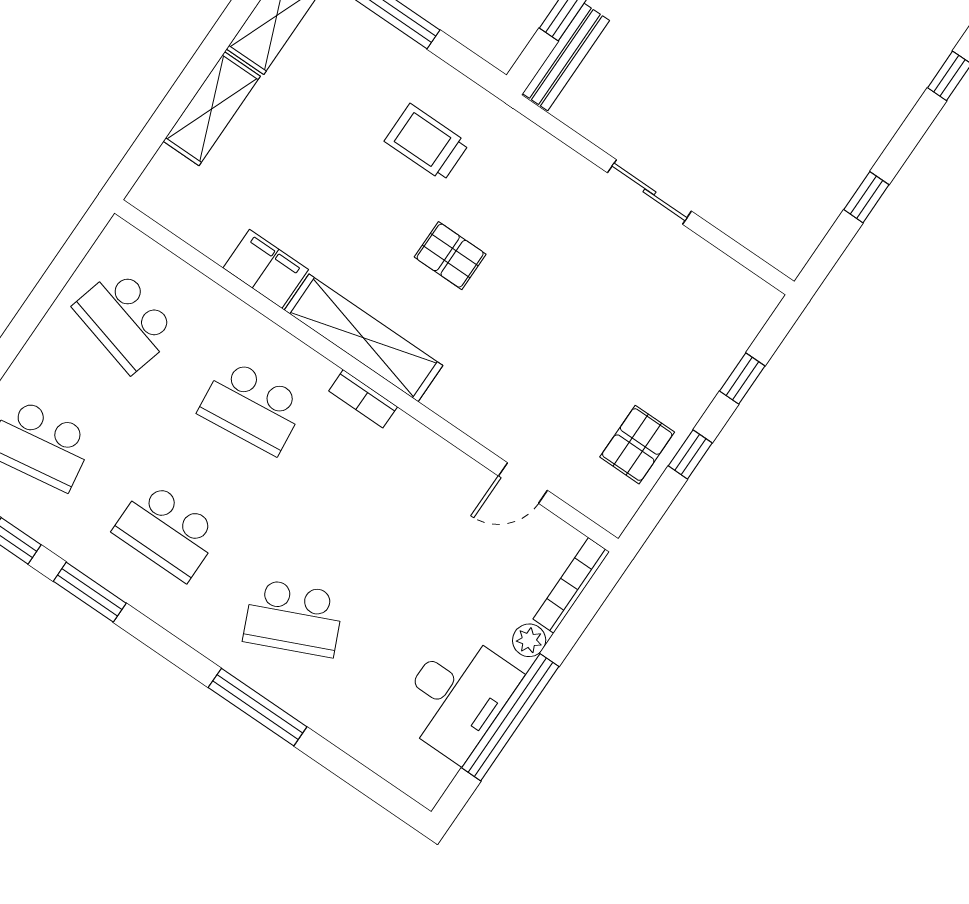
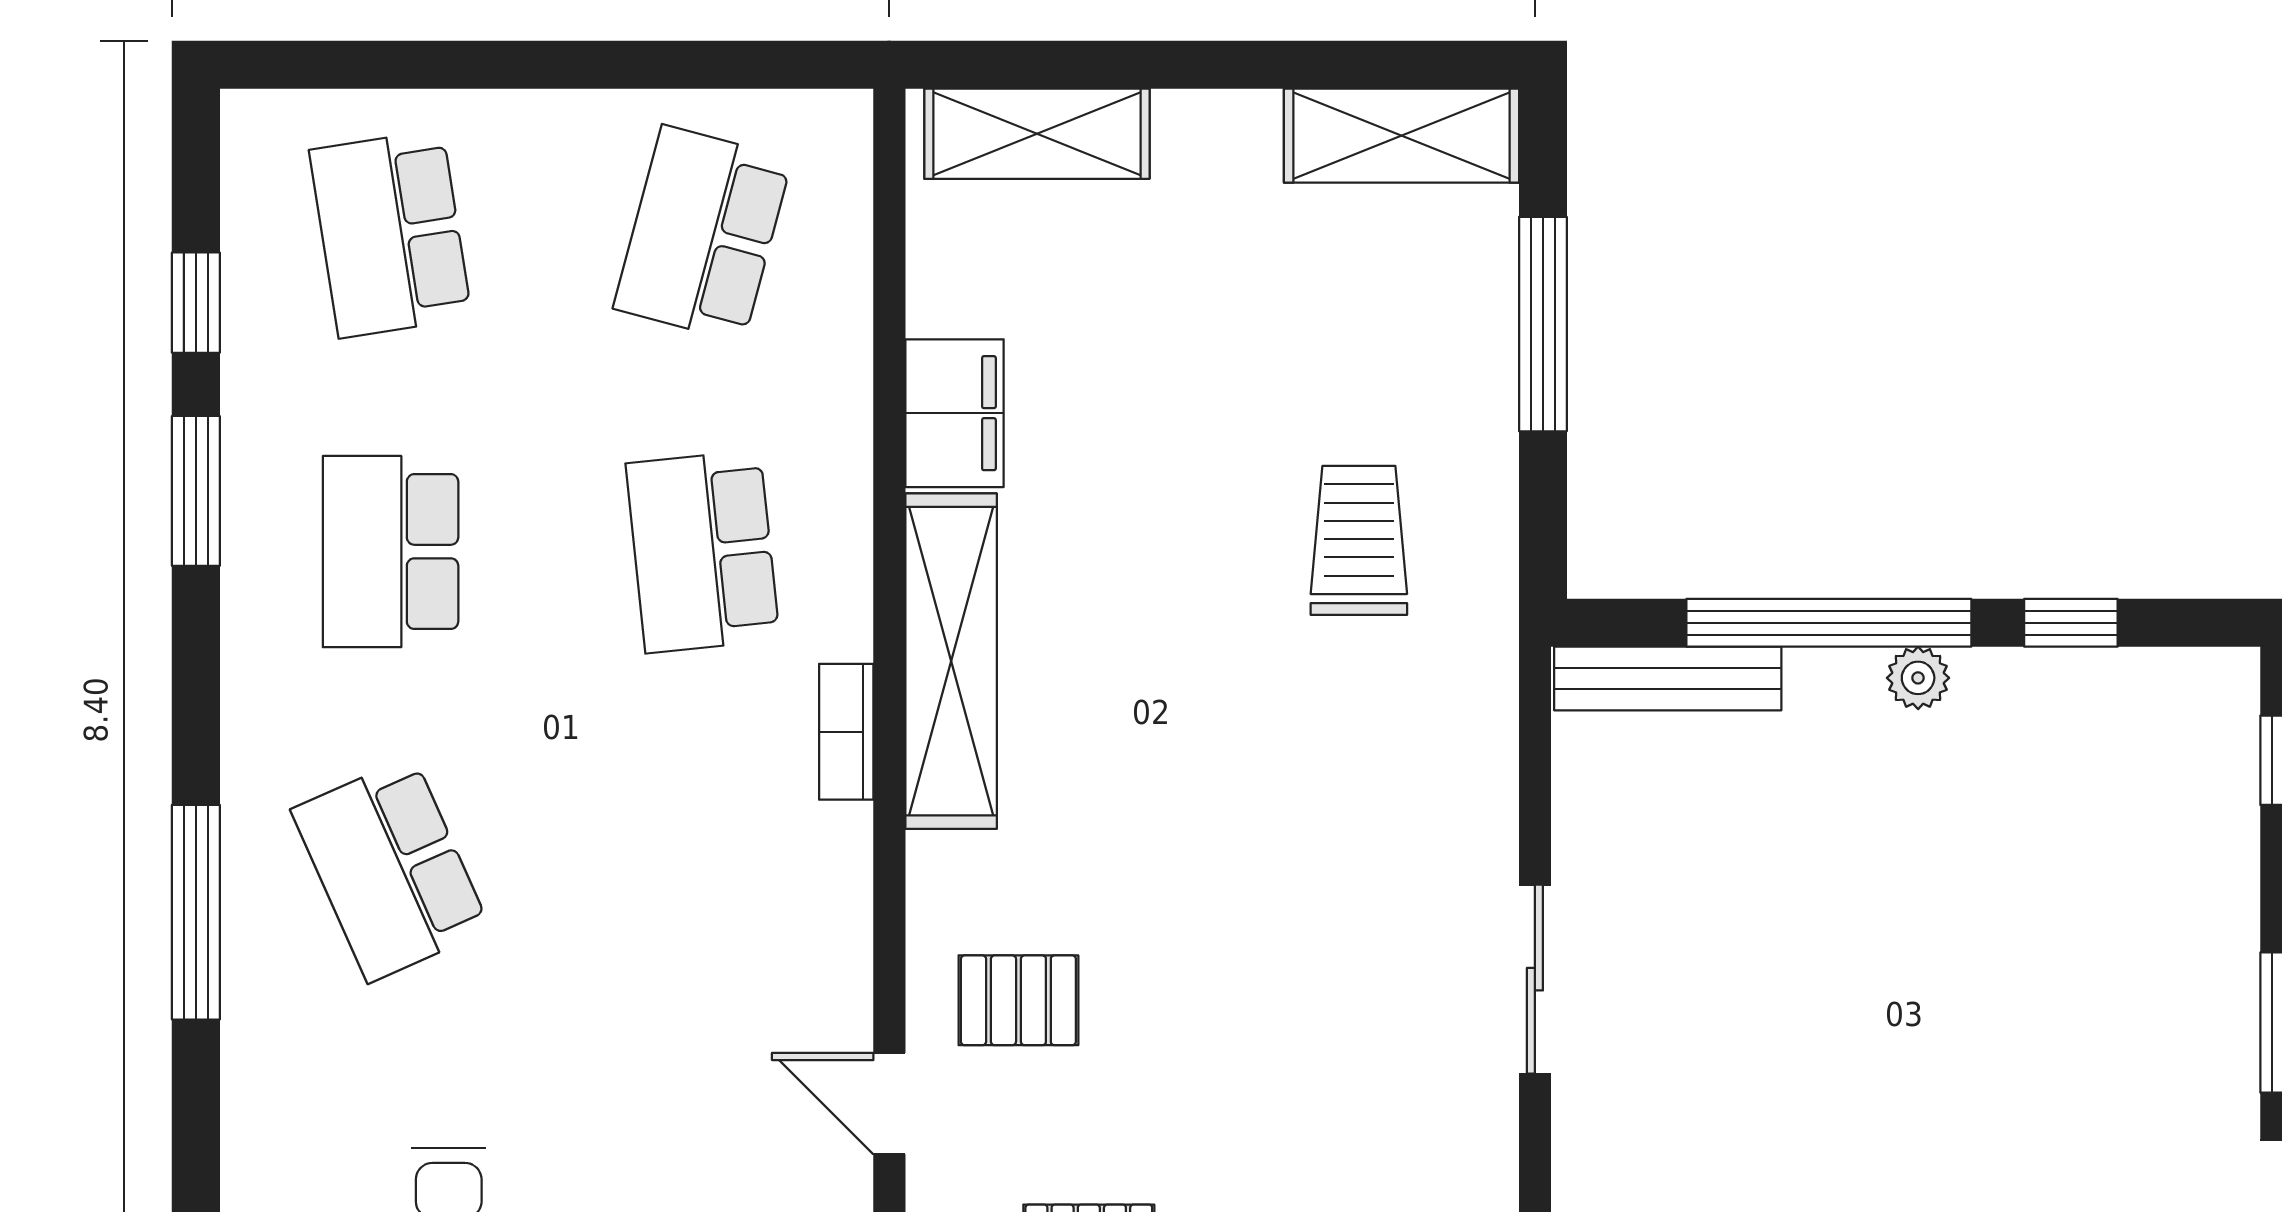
shelving: (212, 109) -> (1037, 134), moved
pallet: (450, 256) -> (1018, 1000), moved, turned 90

